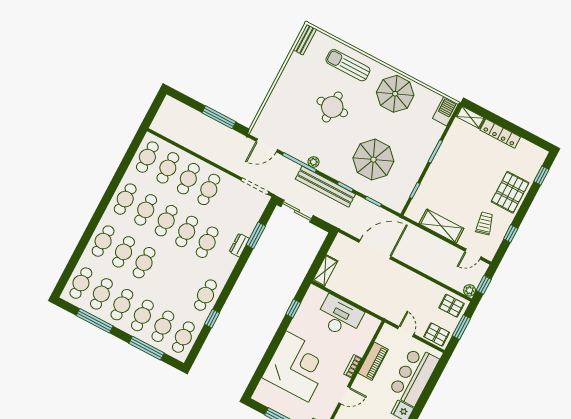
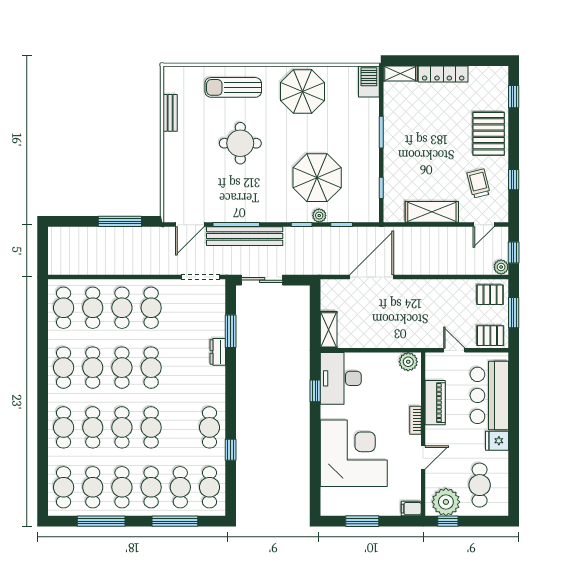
bench: (305, 40) -> (170, 113), moved
plant: (314, 162) -> (319, 216), moved
bench: (325, 187) -> (245, 236), moved
cafe table: (207, 242) -> (151, 427), moved
desk: (340, 317) -> (341, 378), moved, turned -90
plant: (369, 323) -> (408, 362), added

